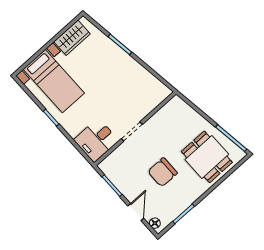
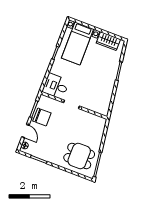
dining table: (207, 157) -> (79, 156), turned 90
chair: (163, 172) -> (42, 117), moved, turned 180
door: (136, 212) -> (25, 131), hinge flipped

